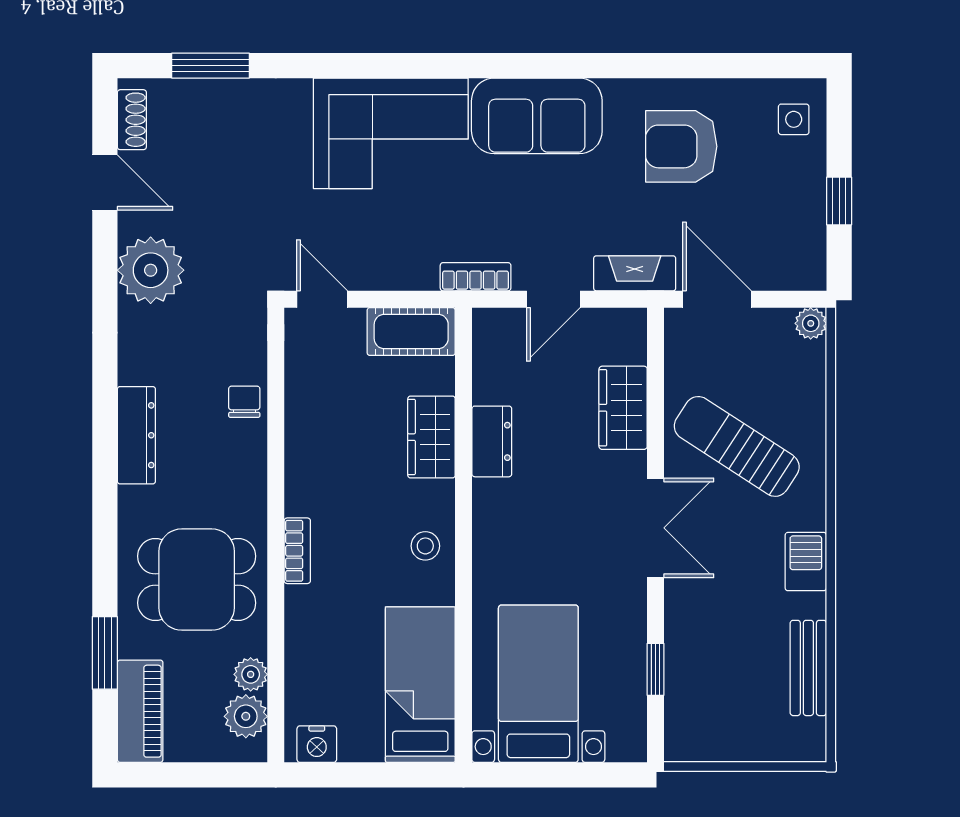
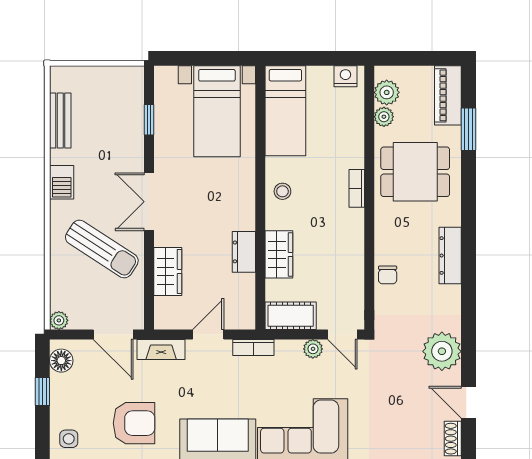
floor lamp: (807, 254) -> (61, 361), added
plant: (373, 274) -> (313, 349), added

